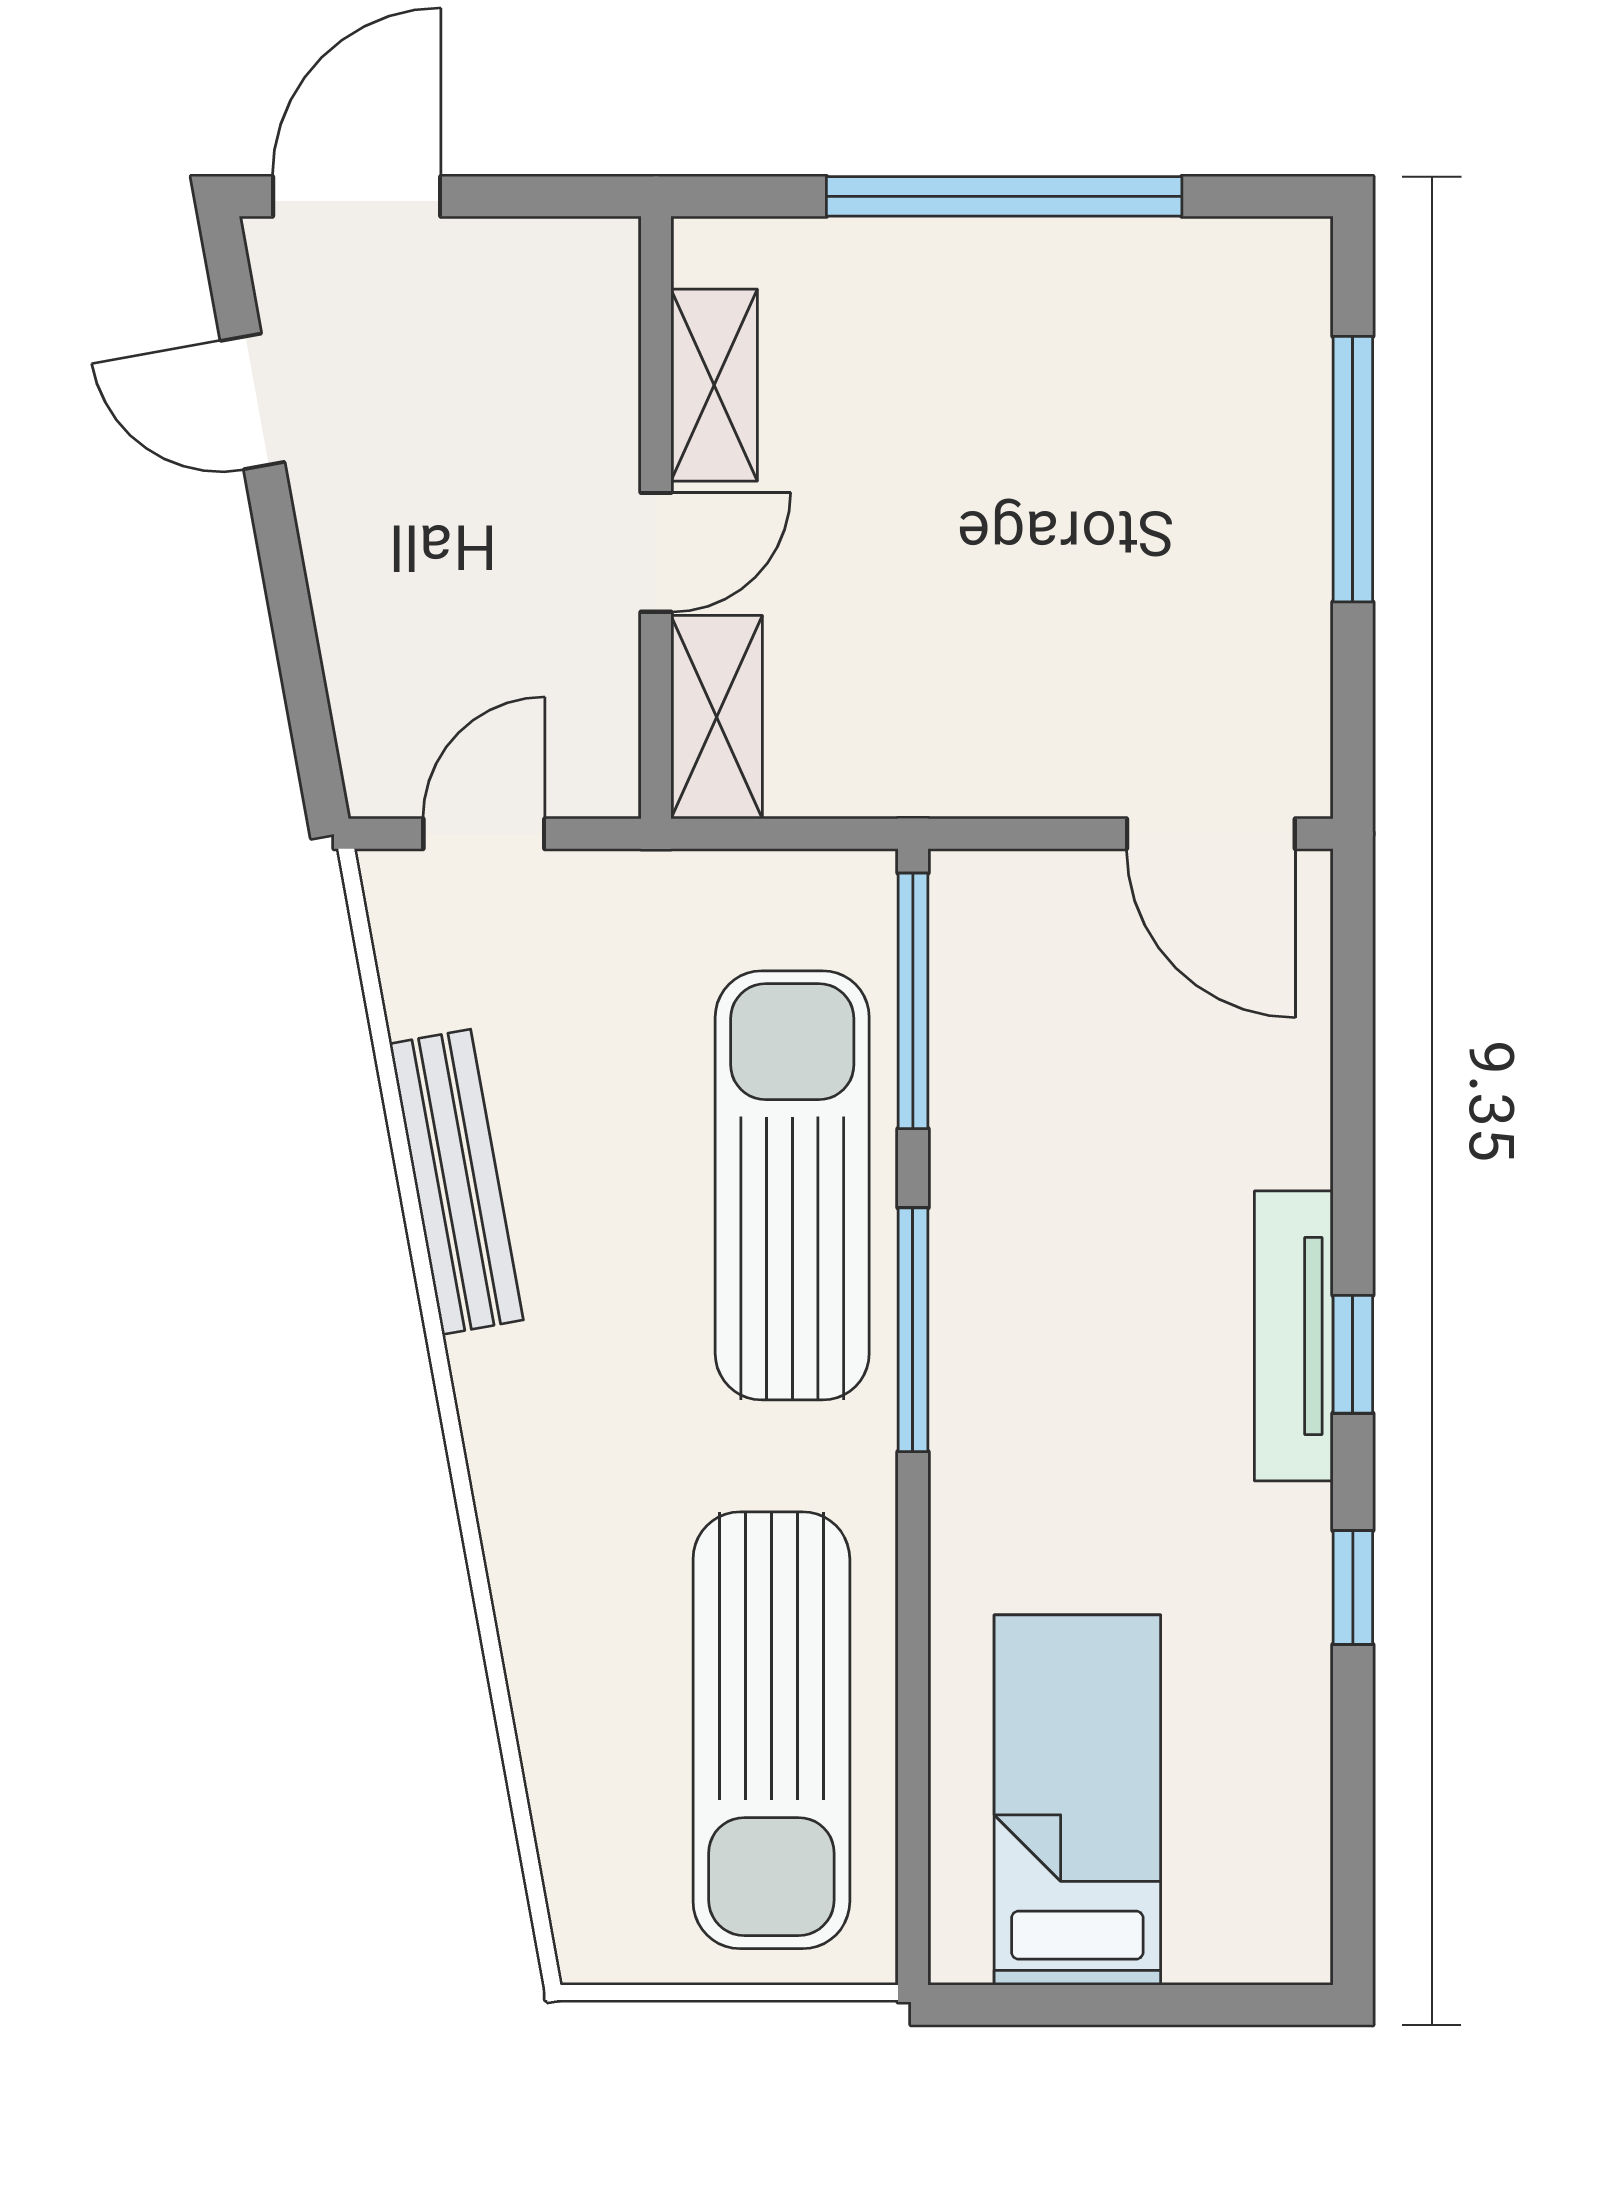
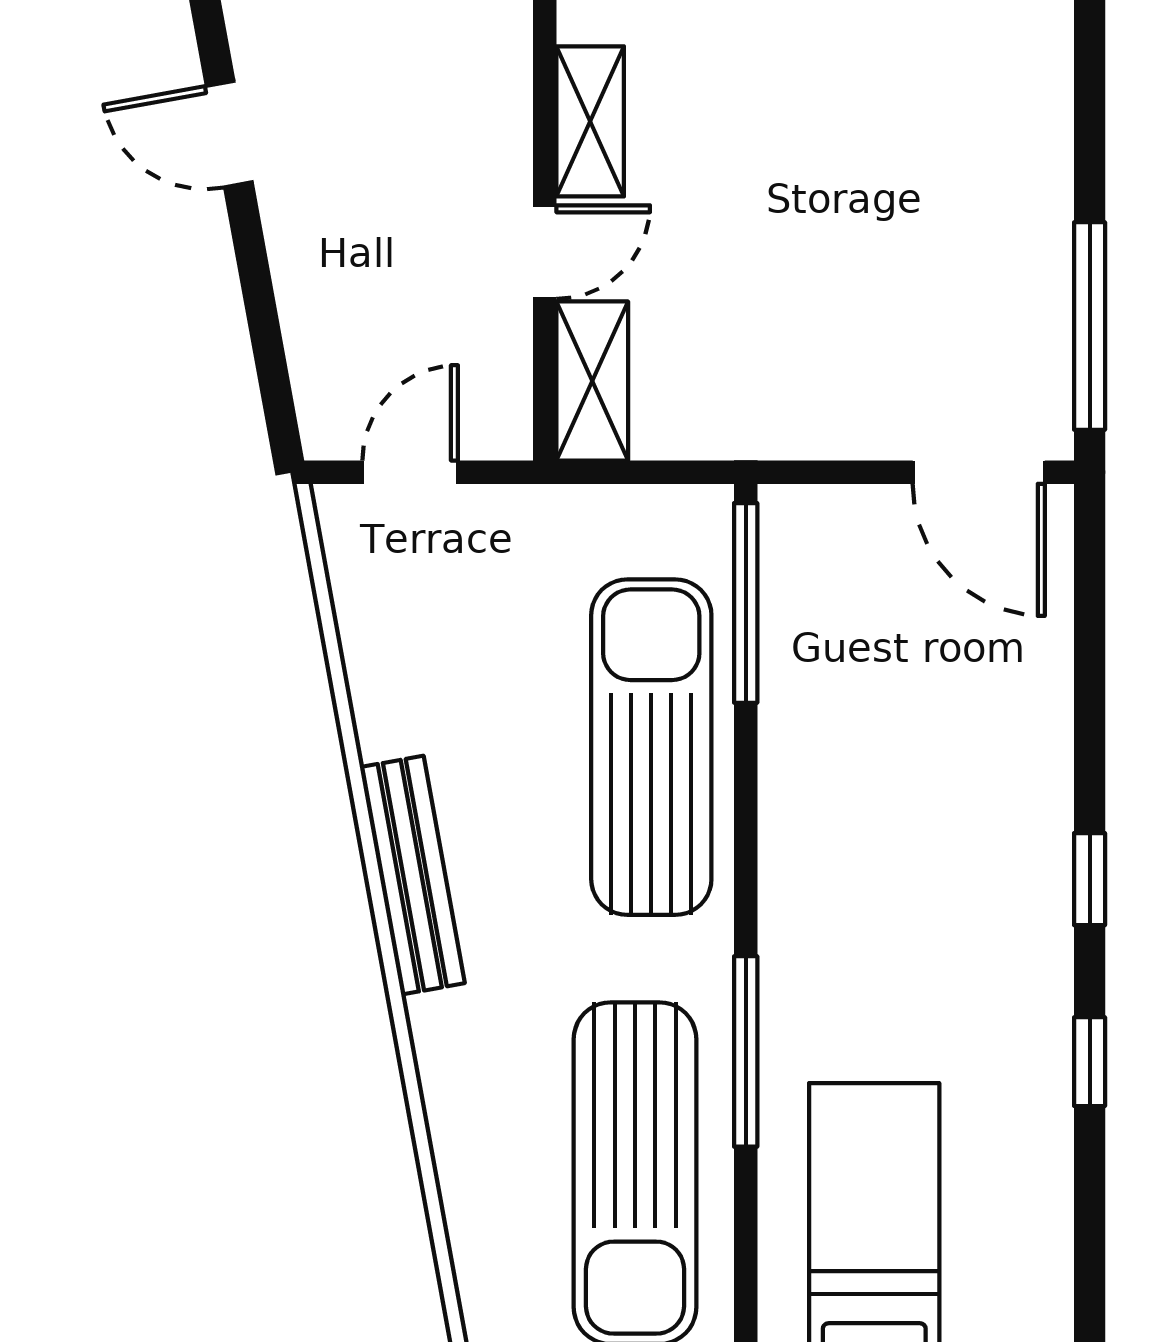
window: (1353, 469) -> (1090, 326), moved
bench: (456, 1182) -> (412, 875), moved
window: (913, 1330) -> (746, 1051), moved
tv unit: (1294, 1336) -> (1043, 865), removed

